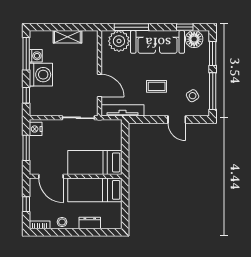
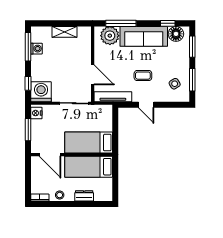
washing machine: (41, 75) -> (41, 92), moved, turned -90
window: (213, 91) -> (192, 80), width x0.69
door: (177, 120) -> (146, 105), moved
window: (26, 204) -> (28, 179), removed

